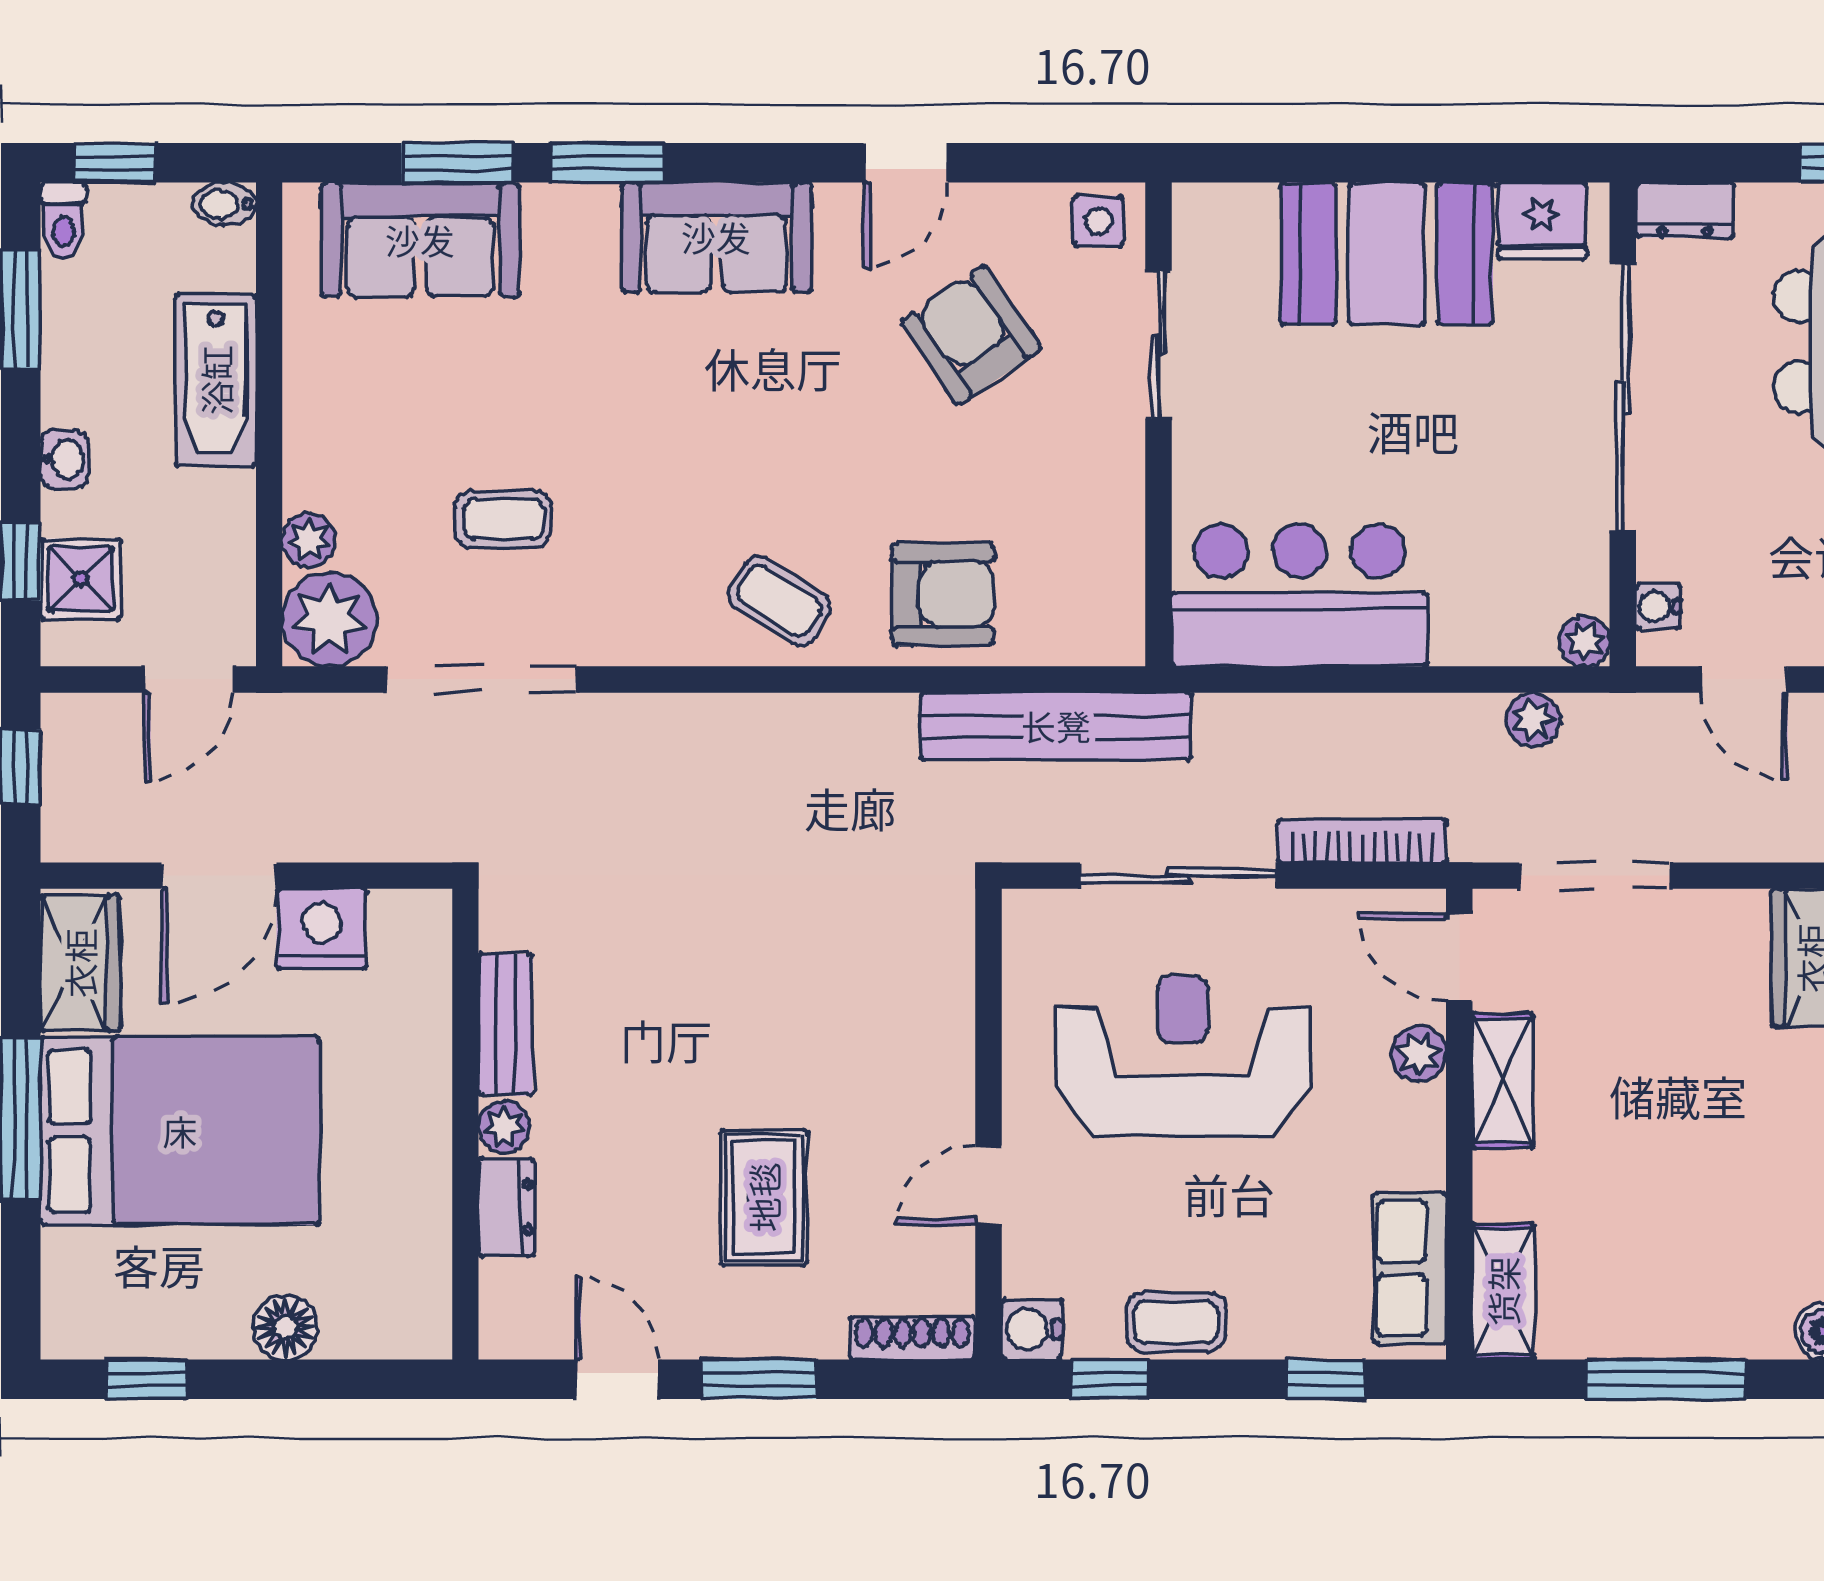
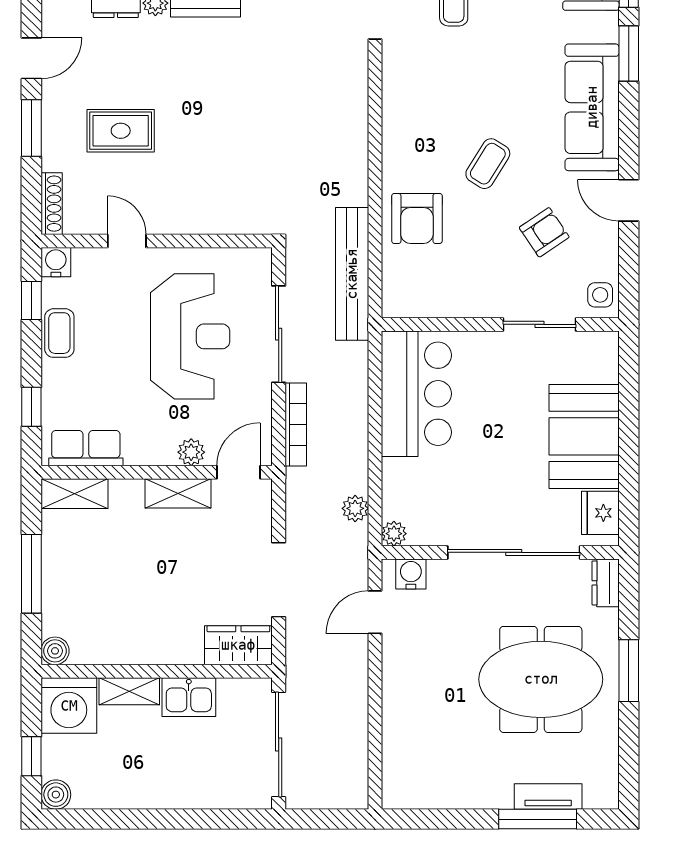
sofa: (716, 237) -> (592, 107), width x1.36
armchair: (971, 335) -> (544, 232), width x0.72, depth x0.72
coffee table: (779, 601) -> (488, 164), moved
water cooler: (1658, 606) -> (411, 574), width x1.38, depth x1.38
doorway: (1595, 876) -> (279, 580), moved

